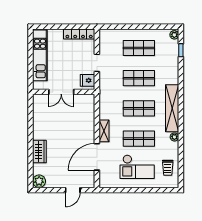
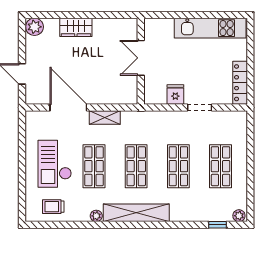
double door: (61, 92) -> (141, 58), moved
wall: (64, 92) -> (141, 61), moved

